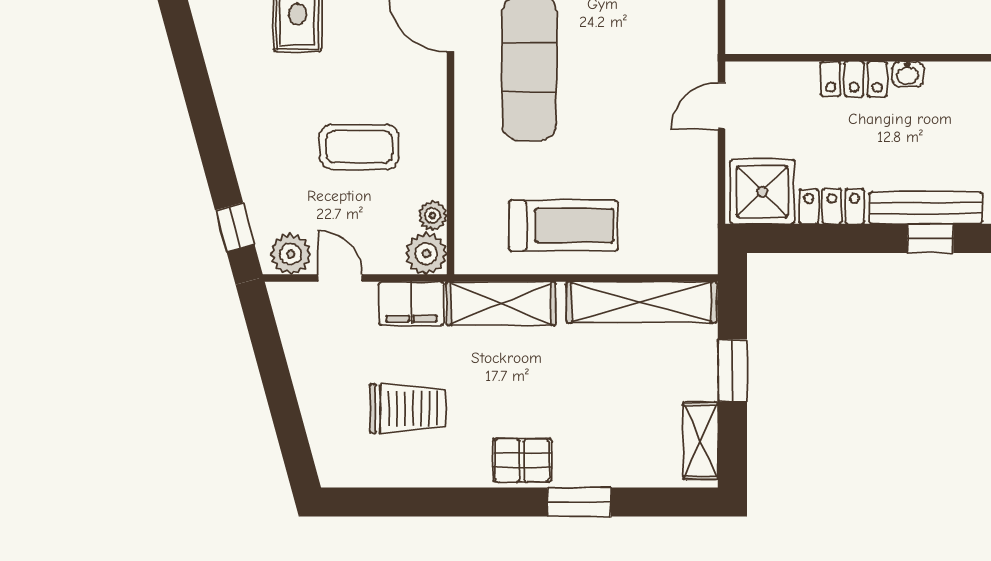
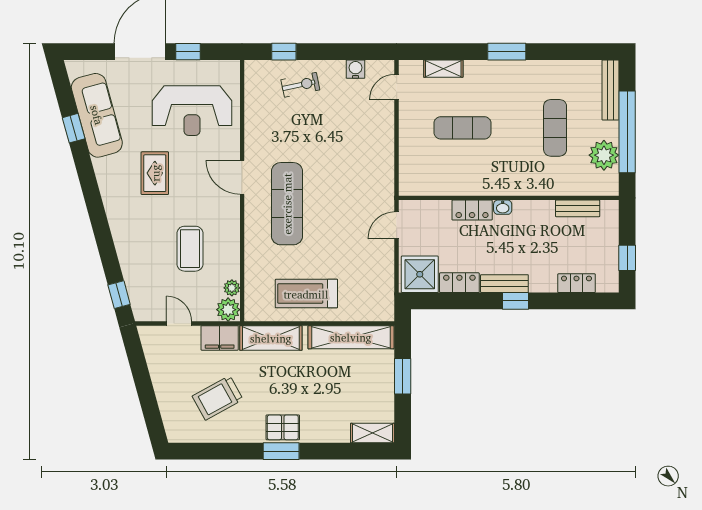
coffee table: (359, 147) -> (190, 249), turned 90
bench: (926, 208) -> (504, 284), width x0.73
treadmill: (563, 225) -> (306, 294), turned 180
plant: (291, 254) -> (151, 310), removed
trolley: (408, 408) -> (218, 398), turned 151
shelving: (701, 441) -> (373, 433), moved, turned 90
window: (579, 502) -> (281, 451), moved

